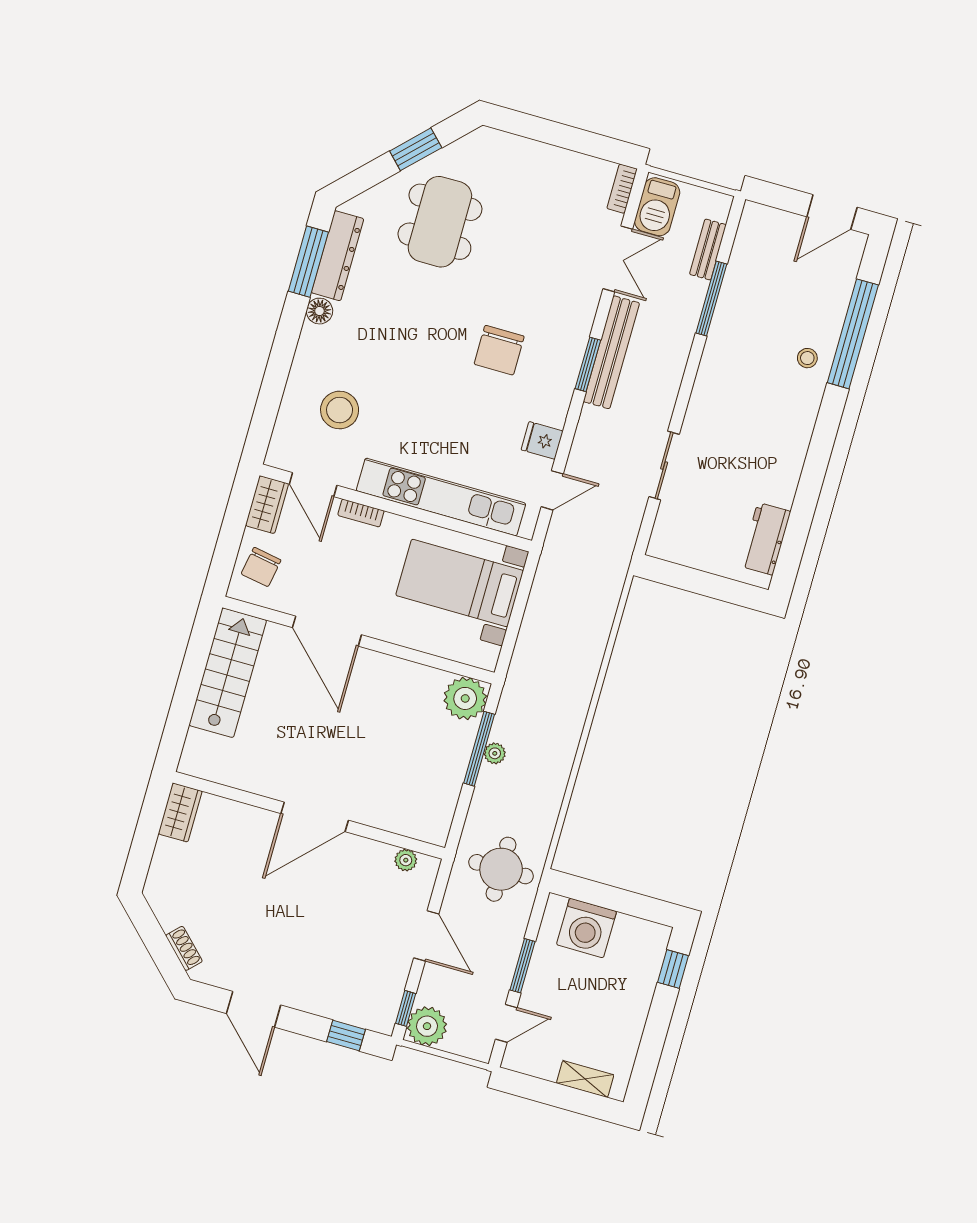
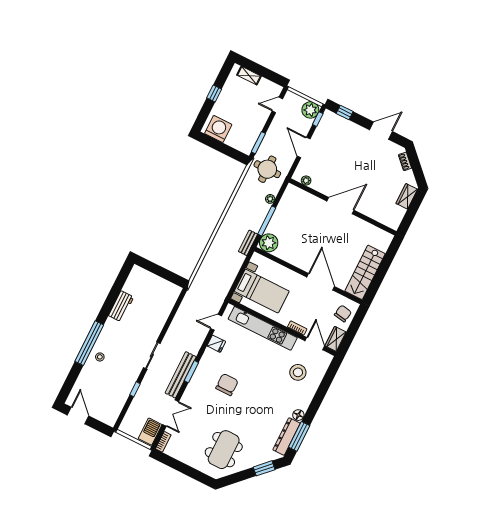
window: (416, 149) -> (264, 468), moved
door: (832, 212) -> (78, 416), hinge flipped
dining table: (440, 222) -> (224, 450), moved
bench: (708, 249) -> (248, 243), moved
double door: (618, 259) -> (171, 413), swing flipped
window: (711, 298) -> (135, 389), width x0.46
window: (853, 334) -> (89, 343), moved
sliding door: (664, 466) -> (152, 356), moved
workbench: (765, 539) -> (121, 306), moved
plant: (495, 753) -> (270, 199), moved
wardrobe: (180, 812) -> (407, 196), moved
washing machine: (587, 928) -> (218, 129), moved
window: (523, 966) -> (258, 143), moved
window: (673, 969) -> (214, 94), moved
door: (254, 1009) -> (381, 131), hinge flipped

